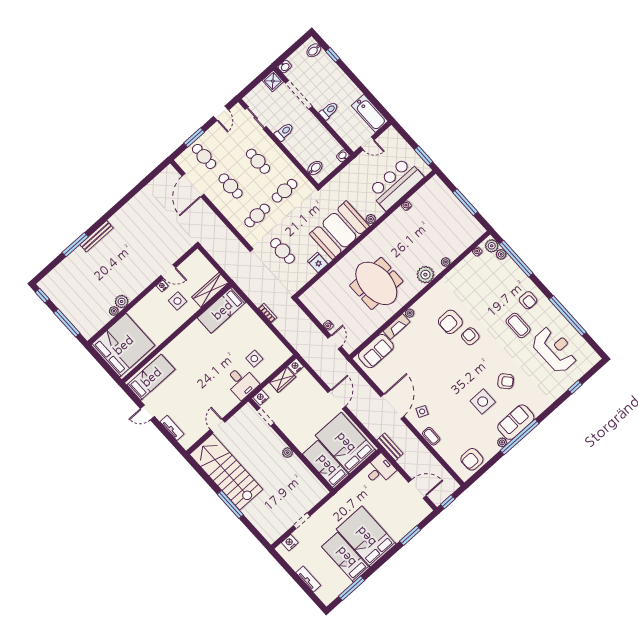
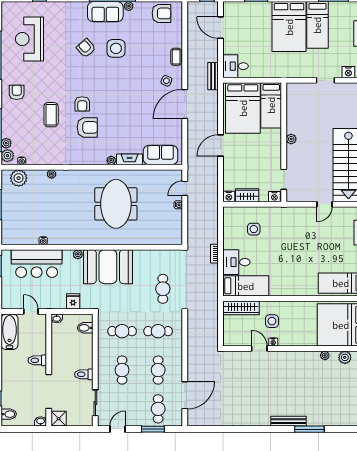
fridge: (318, 263) -> (73, 301), moved, turned 180
plant: (425, 275) -> (19, 178), moved
plant: (122, 301) -> (345, 357), moved
coffee table: (518, 326) -> (51, 115), moved
desk: (241, 382) -> (236, 262), moved, turned -90

